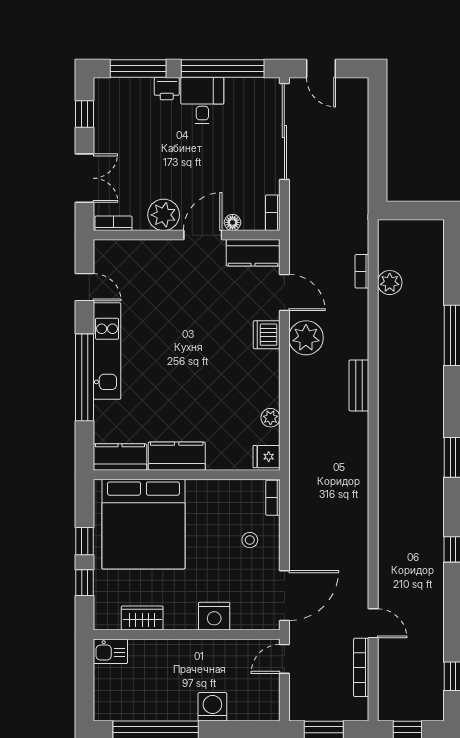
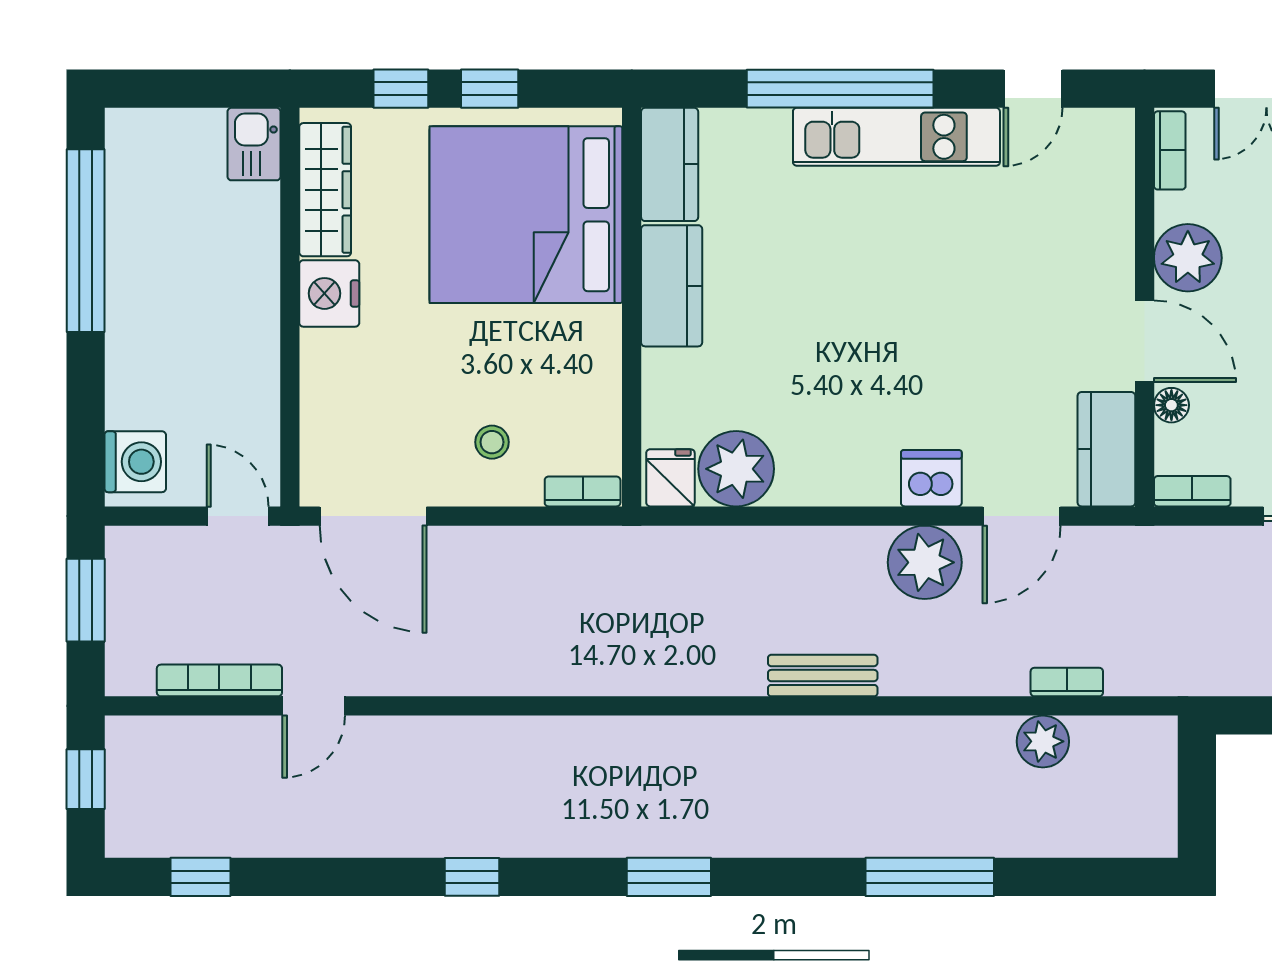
plant: (270, 418) -> (736, 469), width x1.87, depth x1.87
nightstand: (214, 616) -> (329, 293), moved
wardrobe: (142, 618) -> (325, 190), width x1.50
washing machine: (212, 707) -> (135, 462), moved

